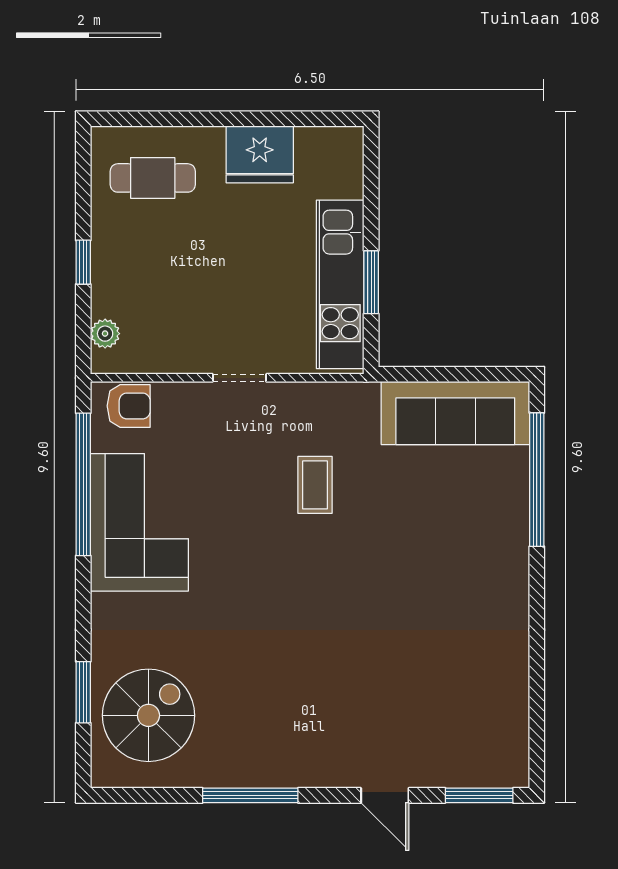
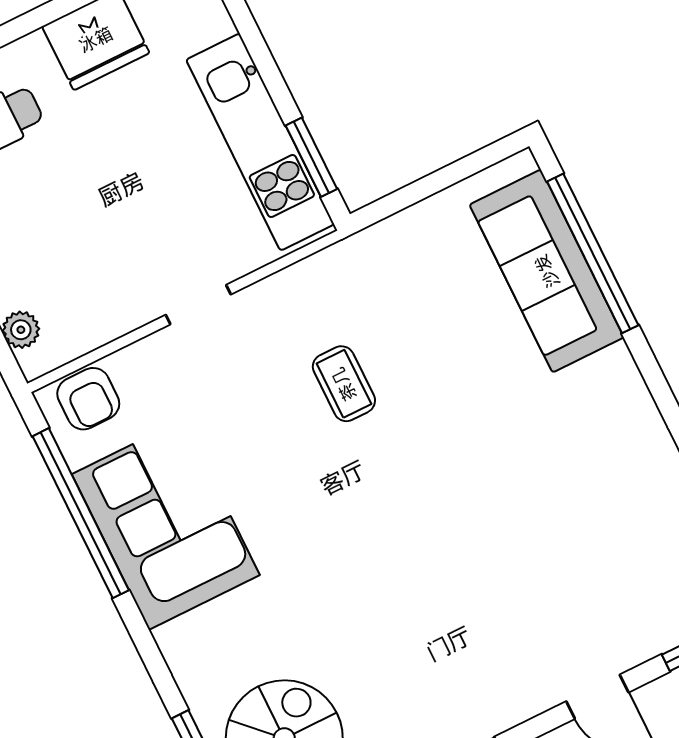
window: (371, 282) -> (311, 157), moved
armchair: (129, 406) -> (88, 399), turned 90
sofa: (455, 413) -> (547, 271), moved, turned 90

